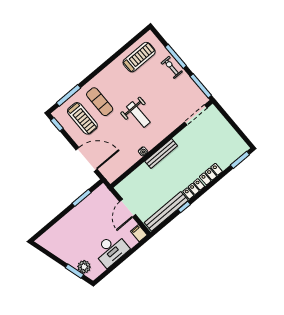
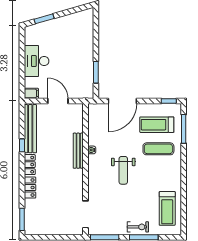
weight bench: (138, 115) -> (123, 170), turned -90
bench: (161, 153) -> (78, 151), moved
plant: (84, 267) -> (41, 29), removed

